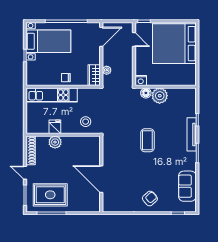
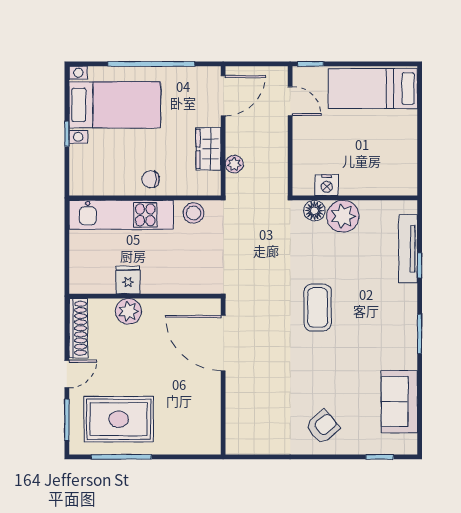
bed: (174, 44) -> (373, 89), width x0.49
wardrobe: (94, 75) -> (208, 149), moved
nightstand: (141, 80) -> (327, 185), moved
stool: (86, 122) -> (193, 213), moved
tv unit: (192, 134) -> (408, 249), moved
door: (25, 173) -> (67, 374), swing flipped
door: (101, 179) -> (223, 343), moved

